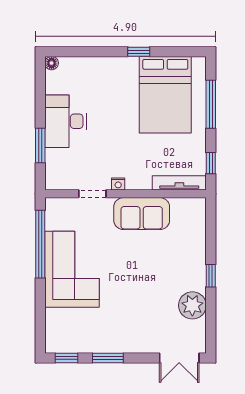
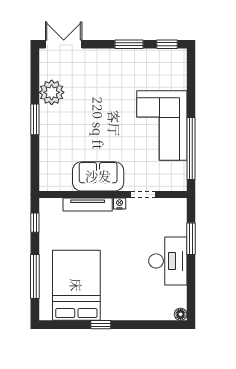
tv unit: (179, 183) -> (88, 205), moved
window: (211, 276) -> (35, 119), width x1.50

